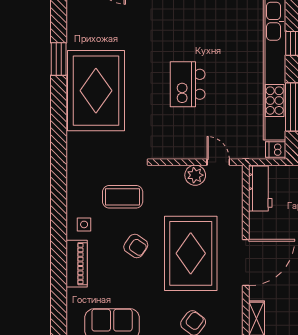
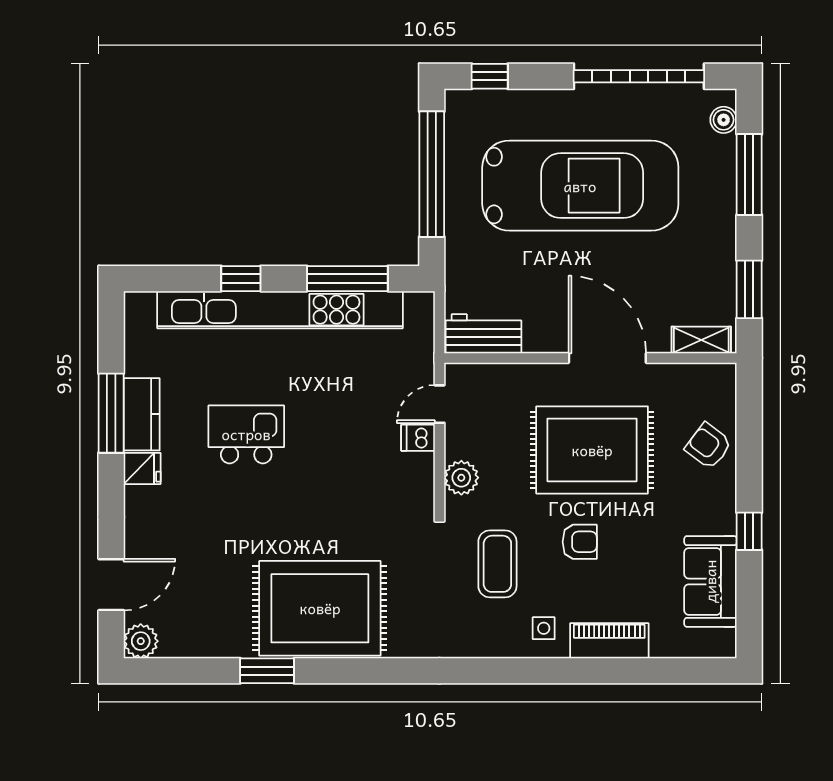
kitchen island: (188, 84) -> (246, 434), moved, turned 180
dishwasher: (276, 149) -> (418, 438), moved, turned 90
plant: (195, 175) -> (461, 478), moved
armchair: (136, 246) -> (580, 542), turned 56

